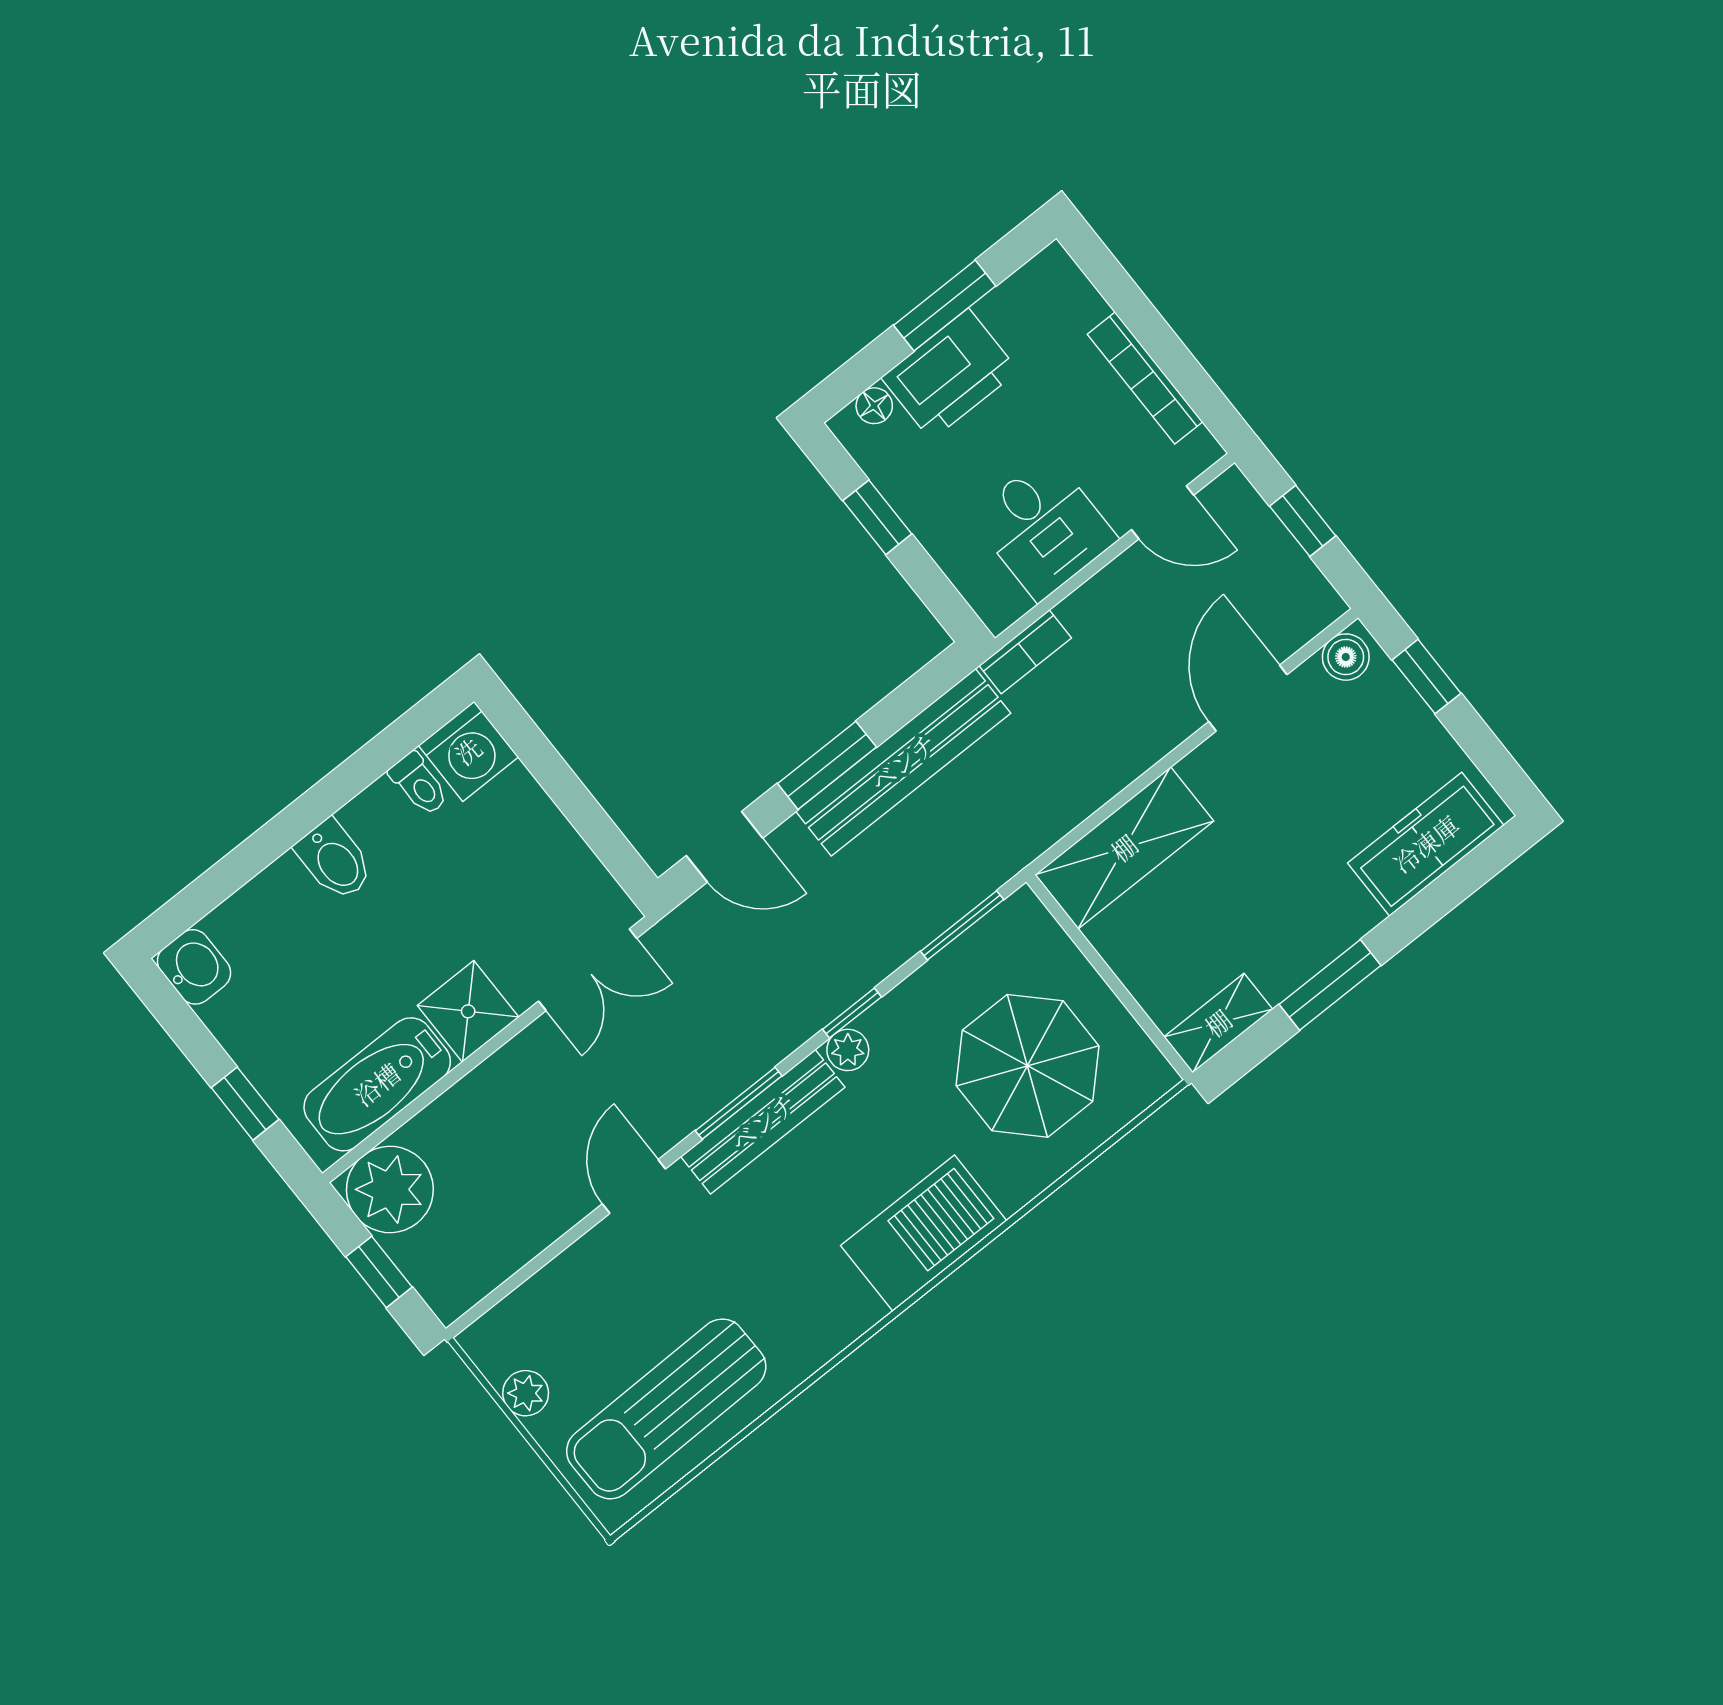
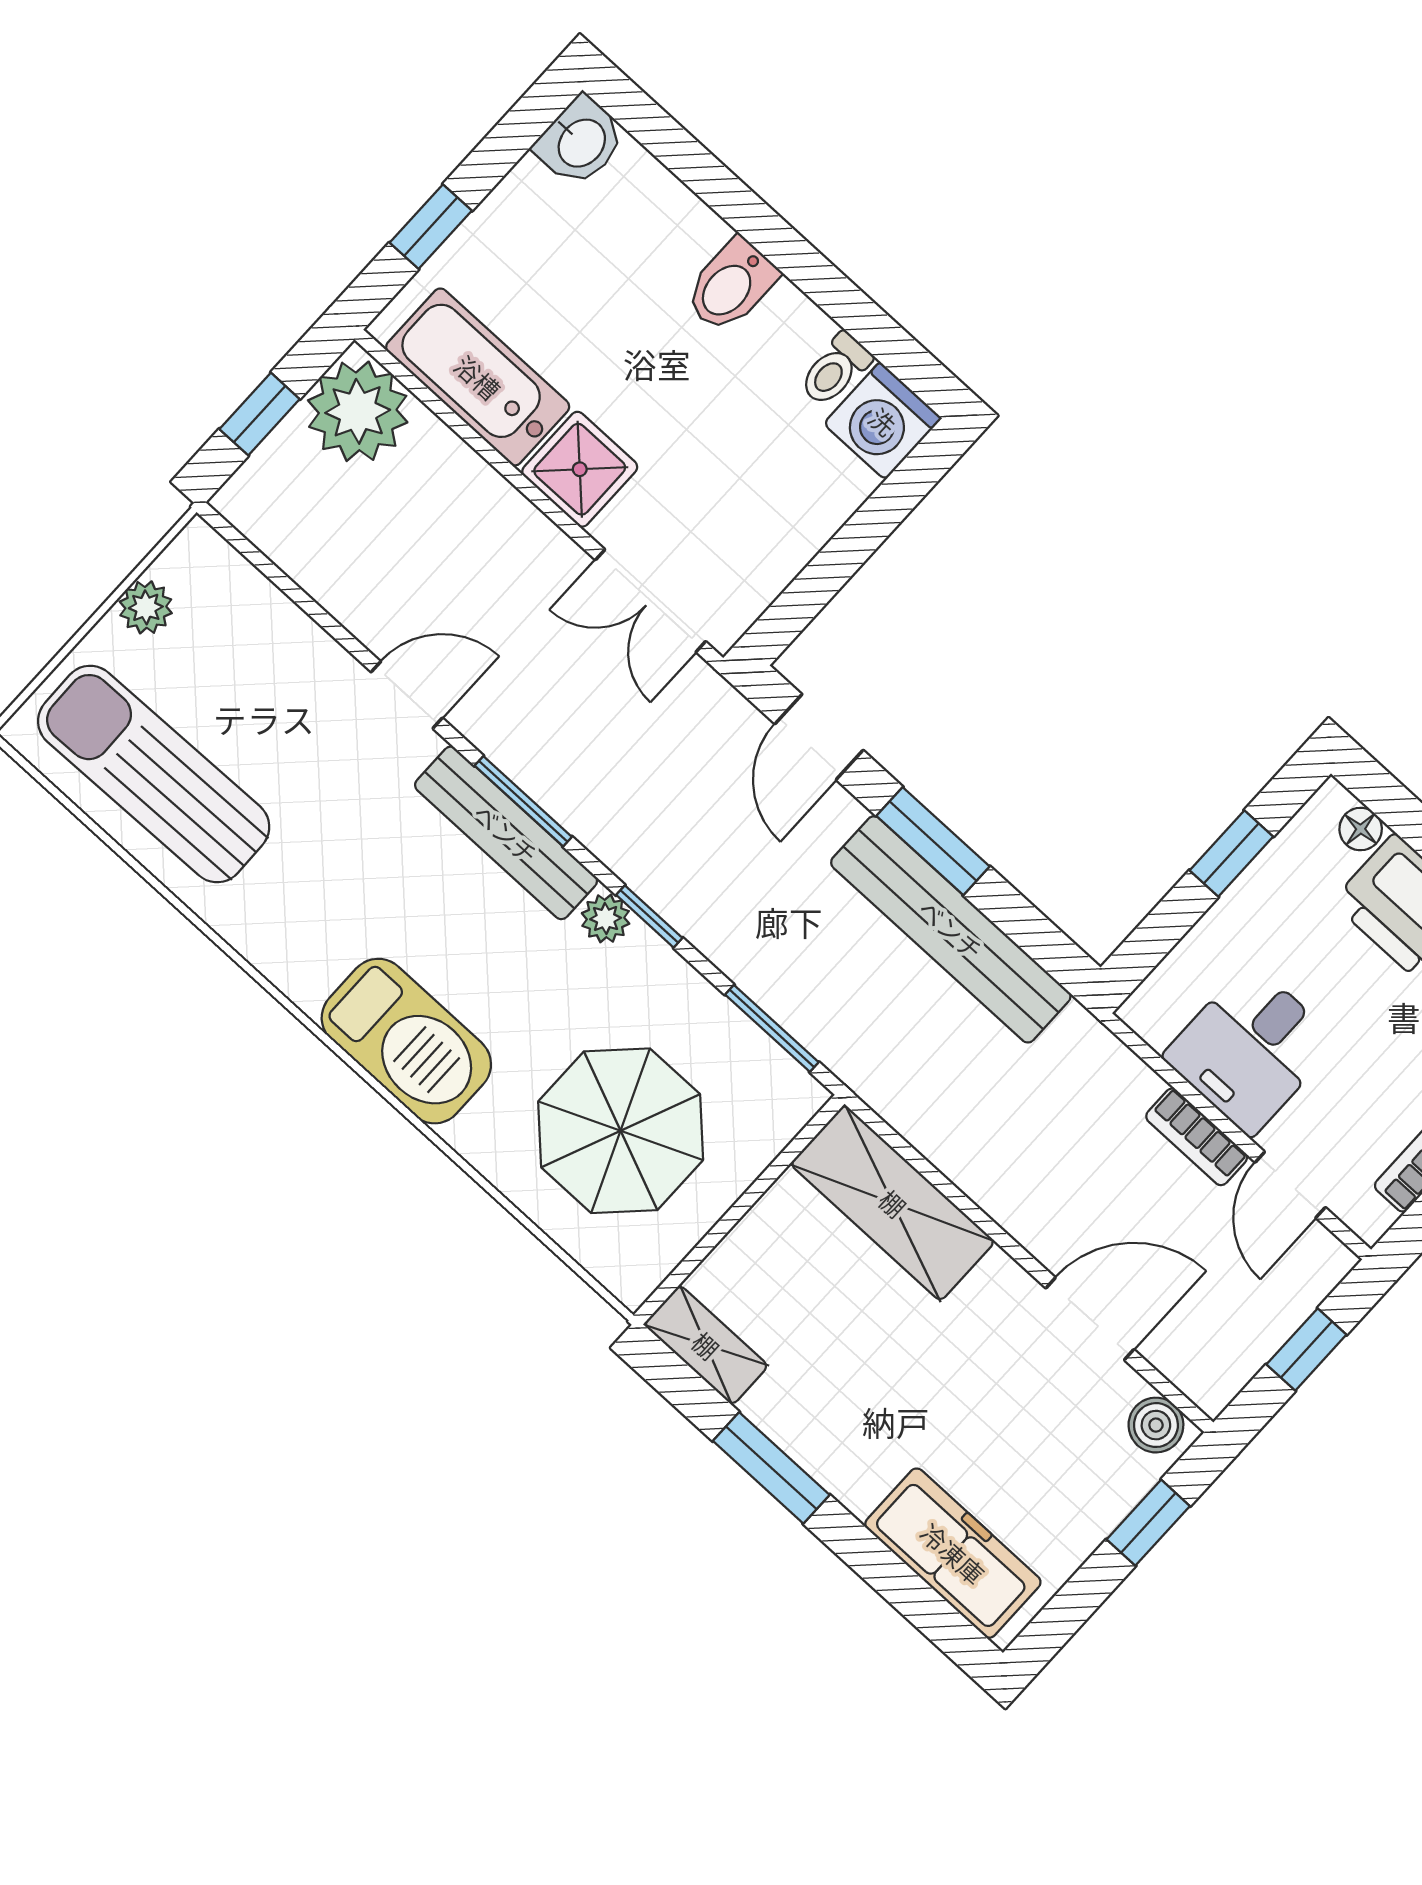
bookcase: (1025, 652) -> (1197, 1137), moved

